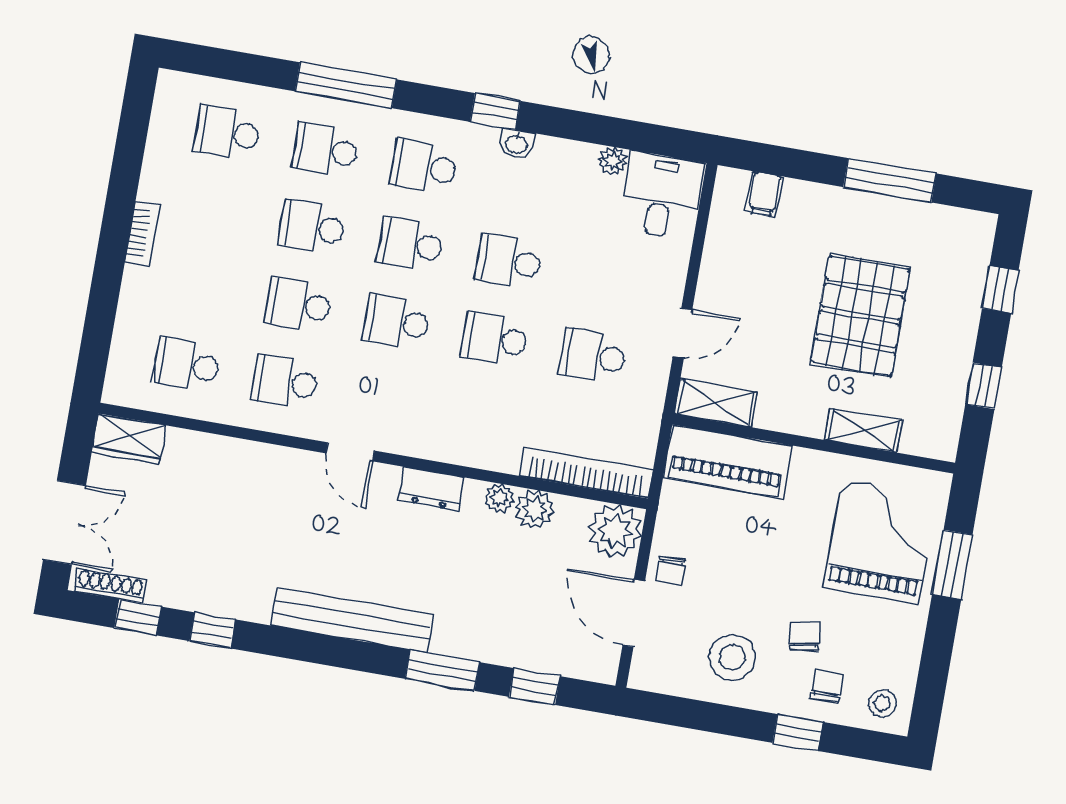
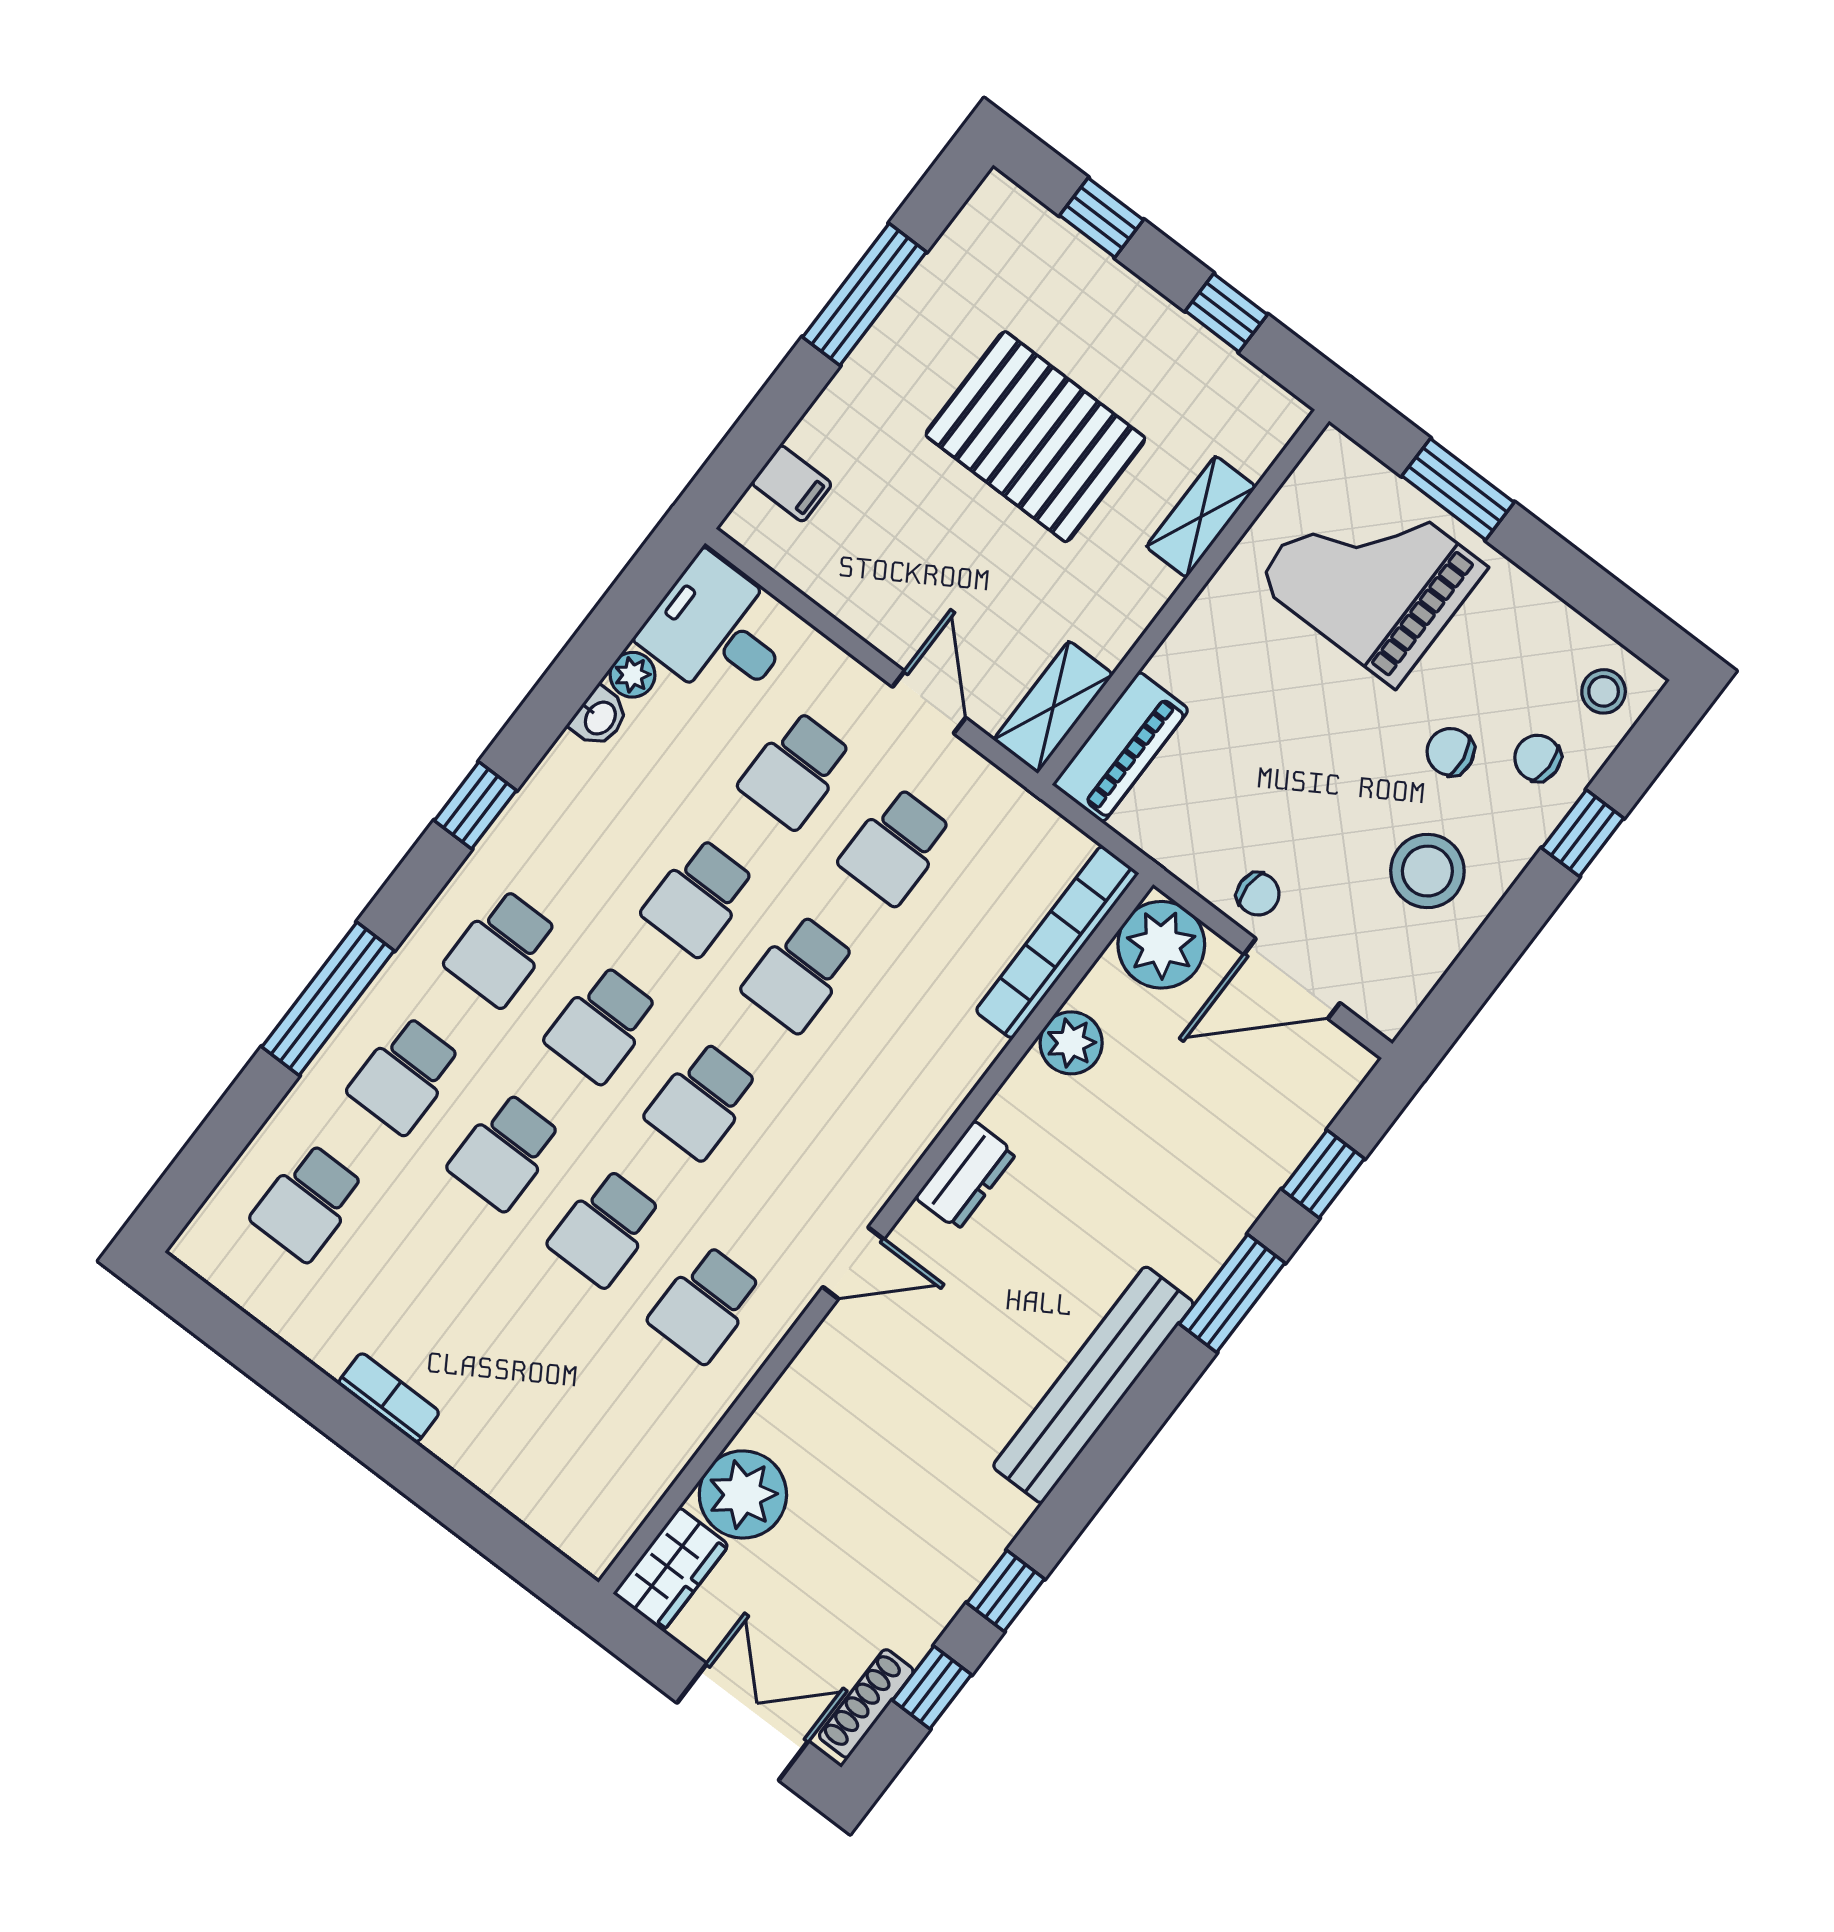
washbasin: (516, 144) -> (599, 717), moved
school desk: (187, 365) -> (795, 770), moved
piano: (728, 461) -> (1121, 747), width x0.73, depth x0.75
plant: (499, 498) -> (743, 1494), moved, width x1.88, depth x1.88

